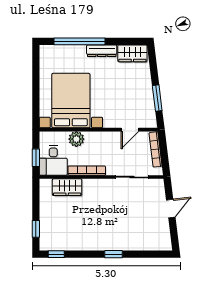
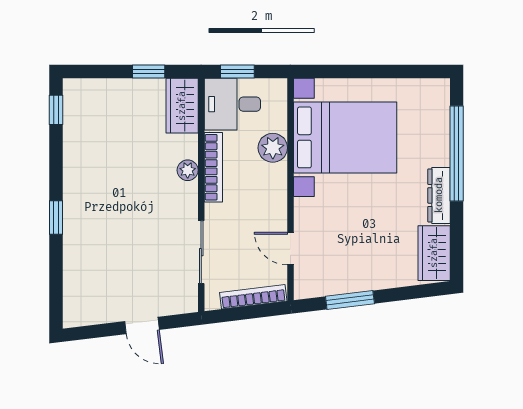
plant: (88, 184) -> (188, 170), added
wardrobe: (67, 187) -> (182, 106), moved
window: (36, 229) -> (149, 72), moved

